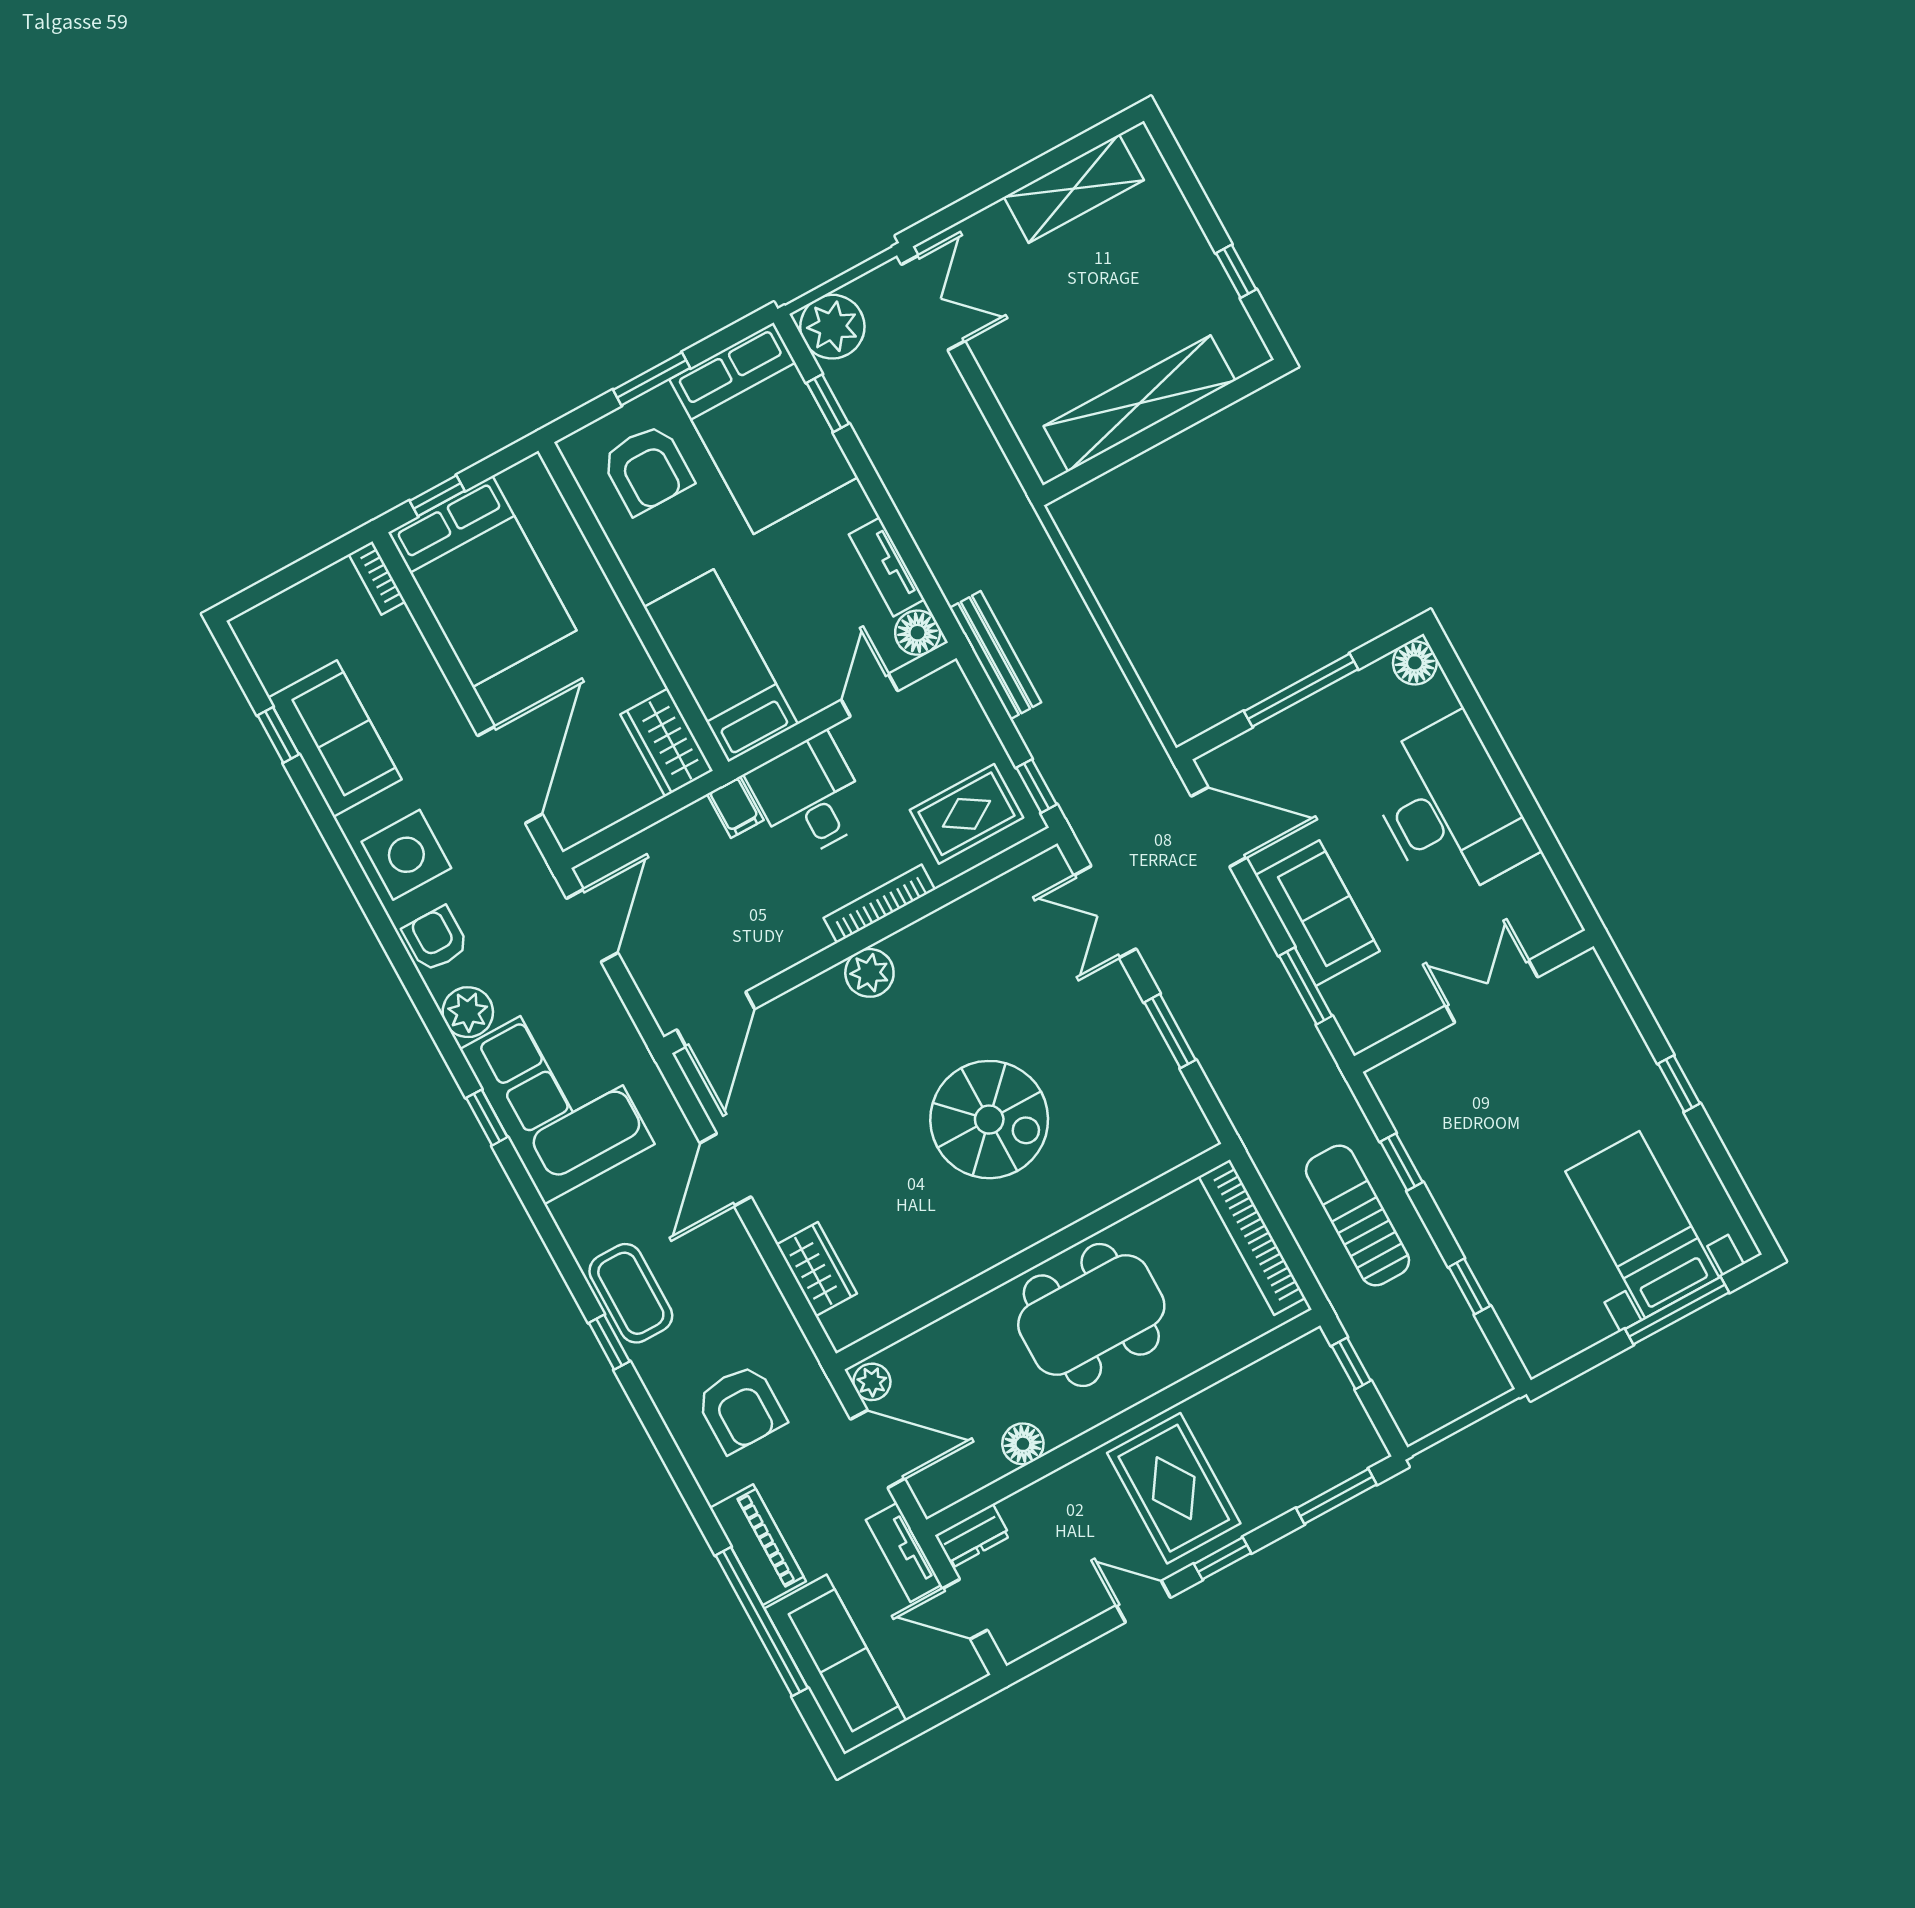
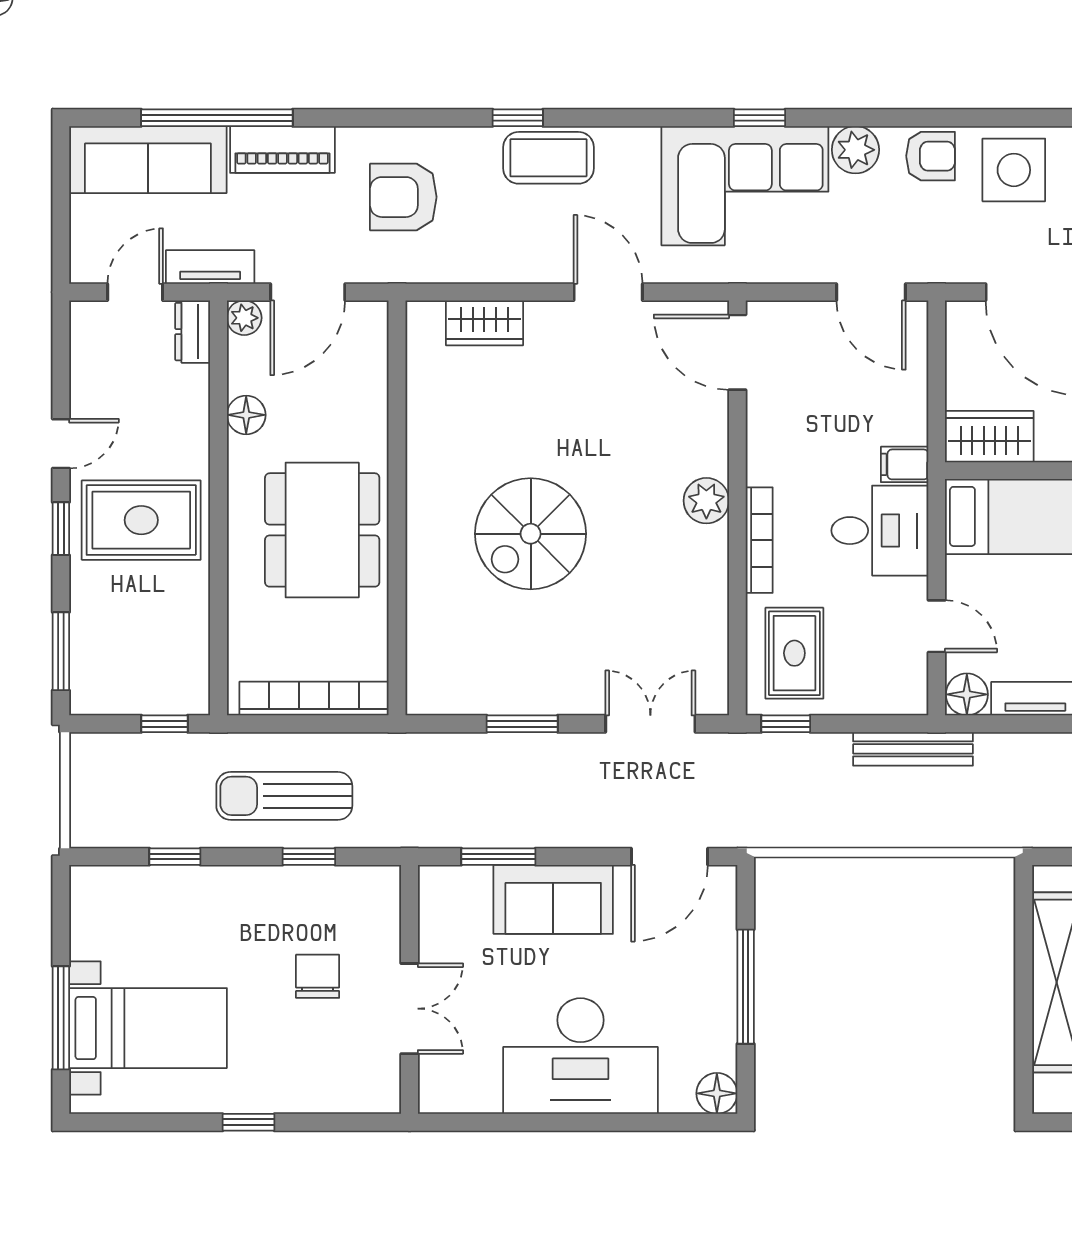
chair: (1508, 1093) -> (318, 976), added
sun lounger: (1358, 1215) -> (284, 796), turned 180
plant: (872, 1382) -> (244, 318), moved

